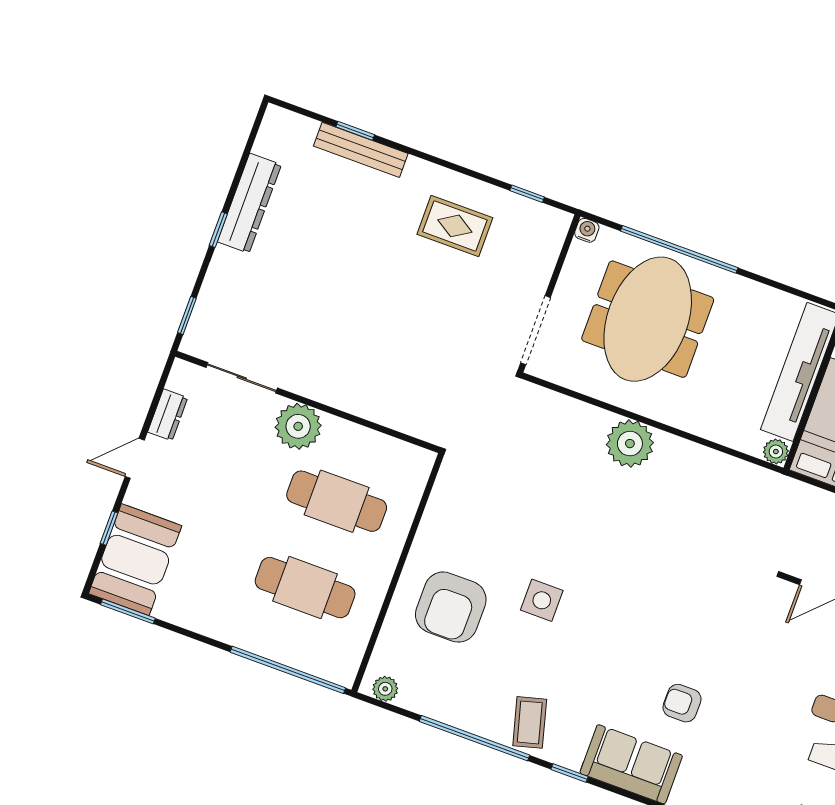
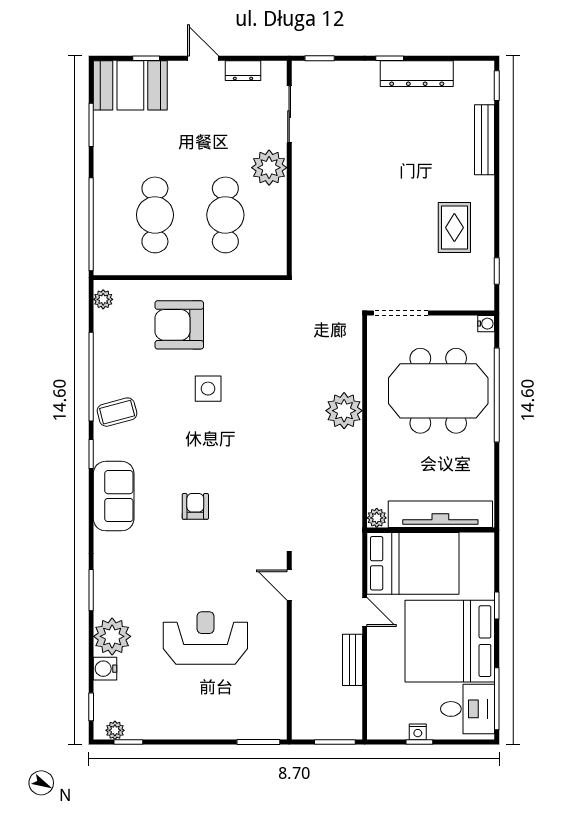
window: (355, 131) -> (497, 86), moved
window: (128, 611) -> (91, 125), moved
armchair: (682, 703) -> (195, 506), moved

